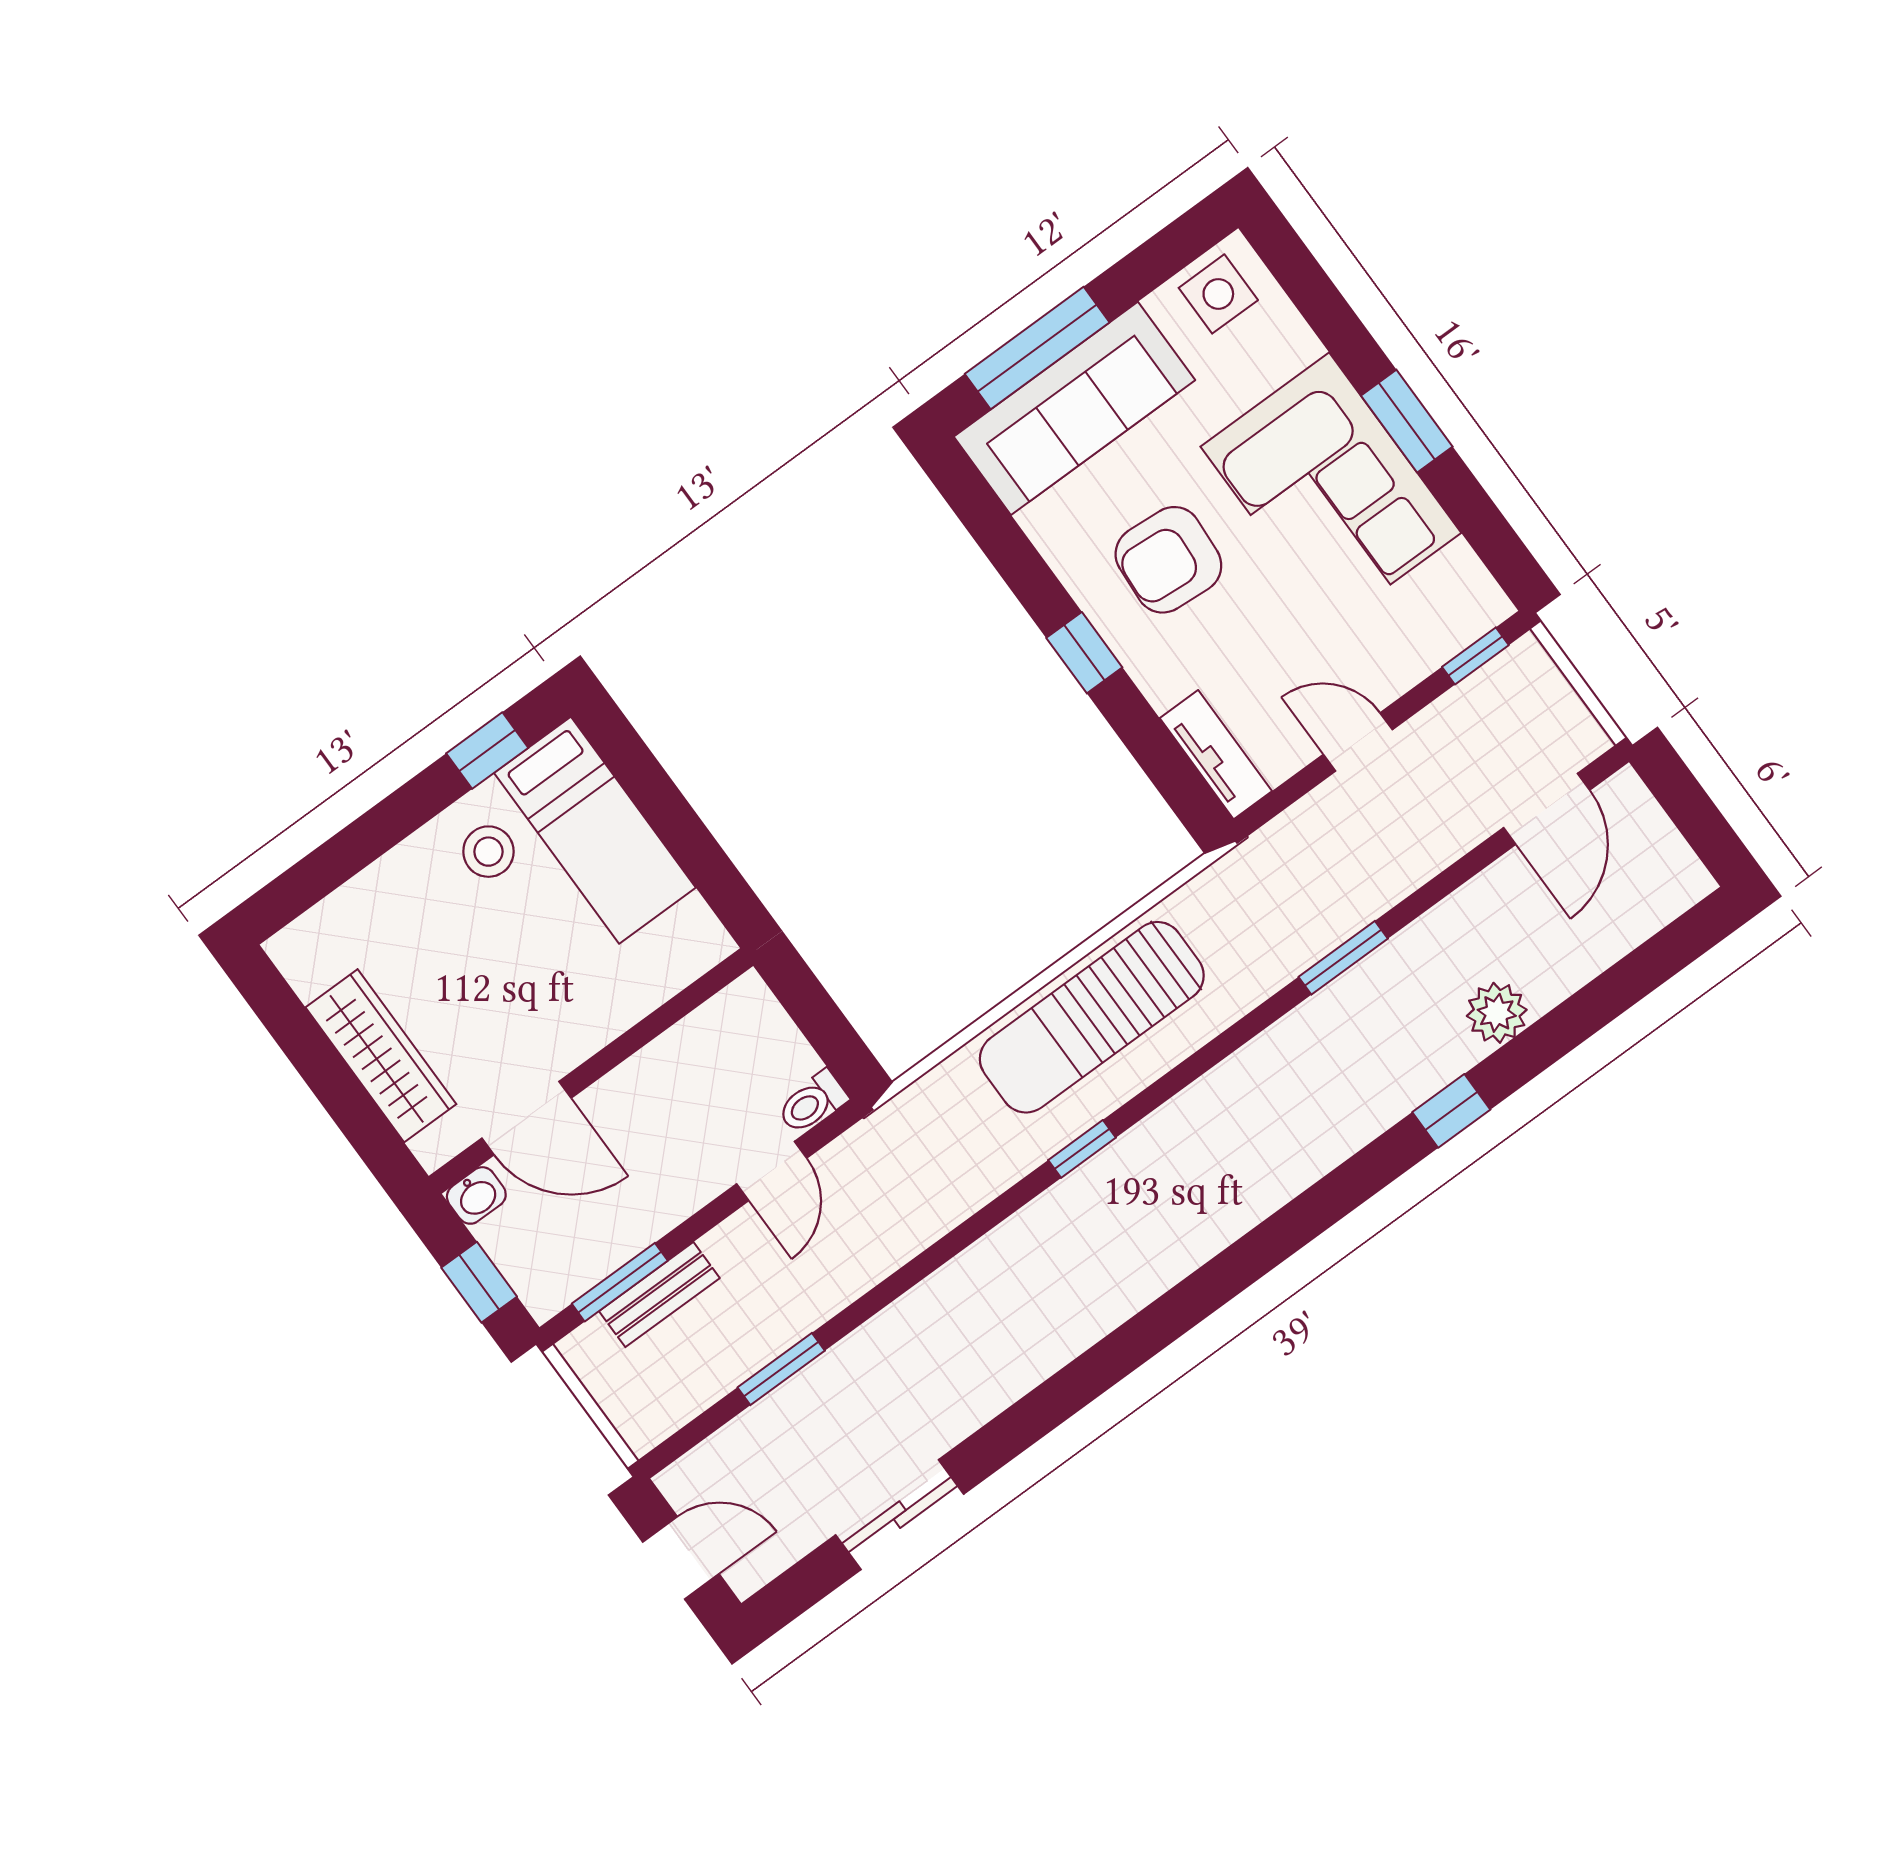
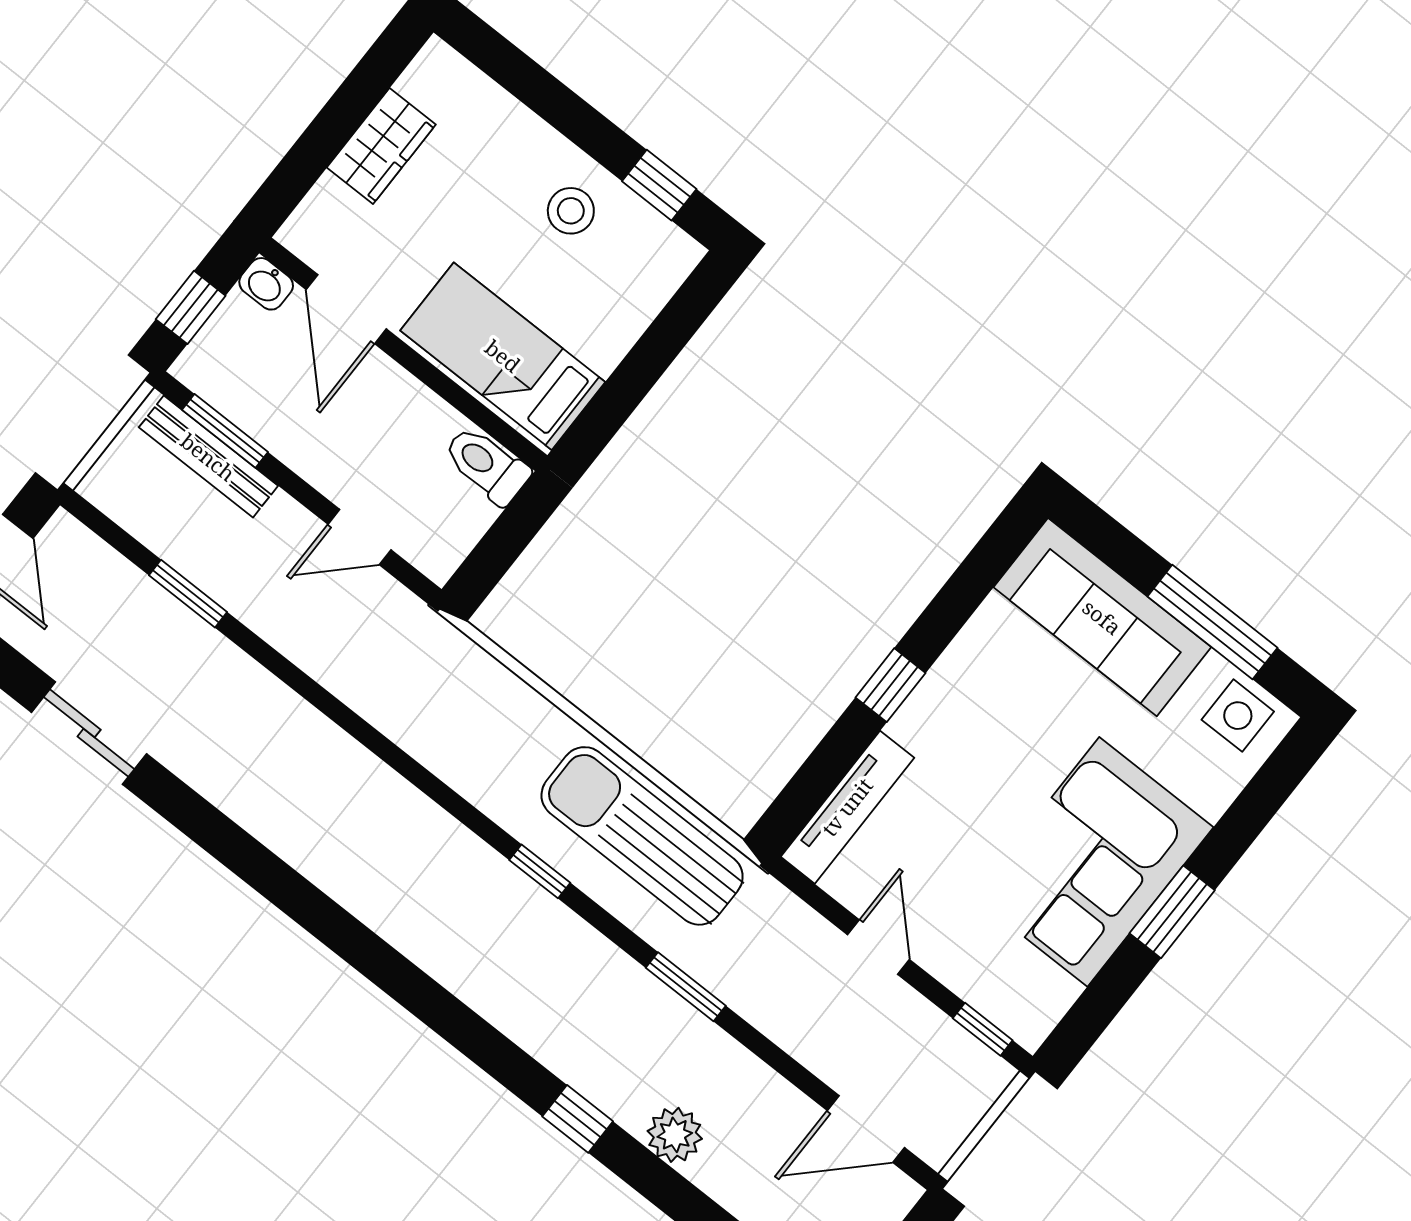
window: (1037, 348) -> (1212, 622), moved
armchair: (1168, 560) -> (992, 736), removed
tv unit: (1216, 755) -> (847, 807), width x1.41
bed: (595, 830) -> (503, 356), moved, turned 90
sun lounger: (1092, 1017) -> (642, 836), moved
wardrobe: (381, 1056) -> (381, 146), width x0.67
toilet: (812, 1102) -> (487, 465), moved, width x1.37, depth x1.39
window: (1082, 1149) -> (540, 871), moved
bench: (659, 1295) -> (208, 457), width x1.36

